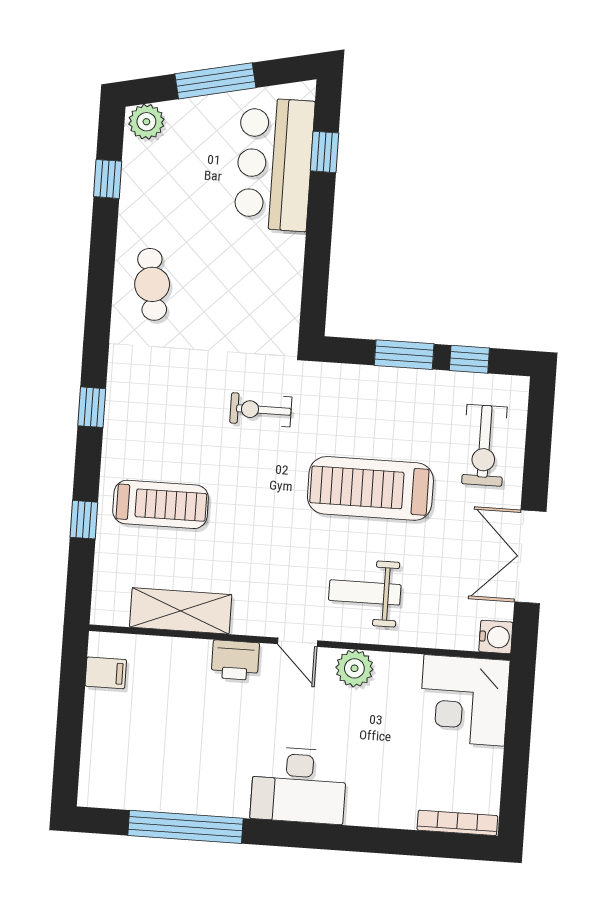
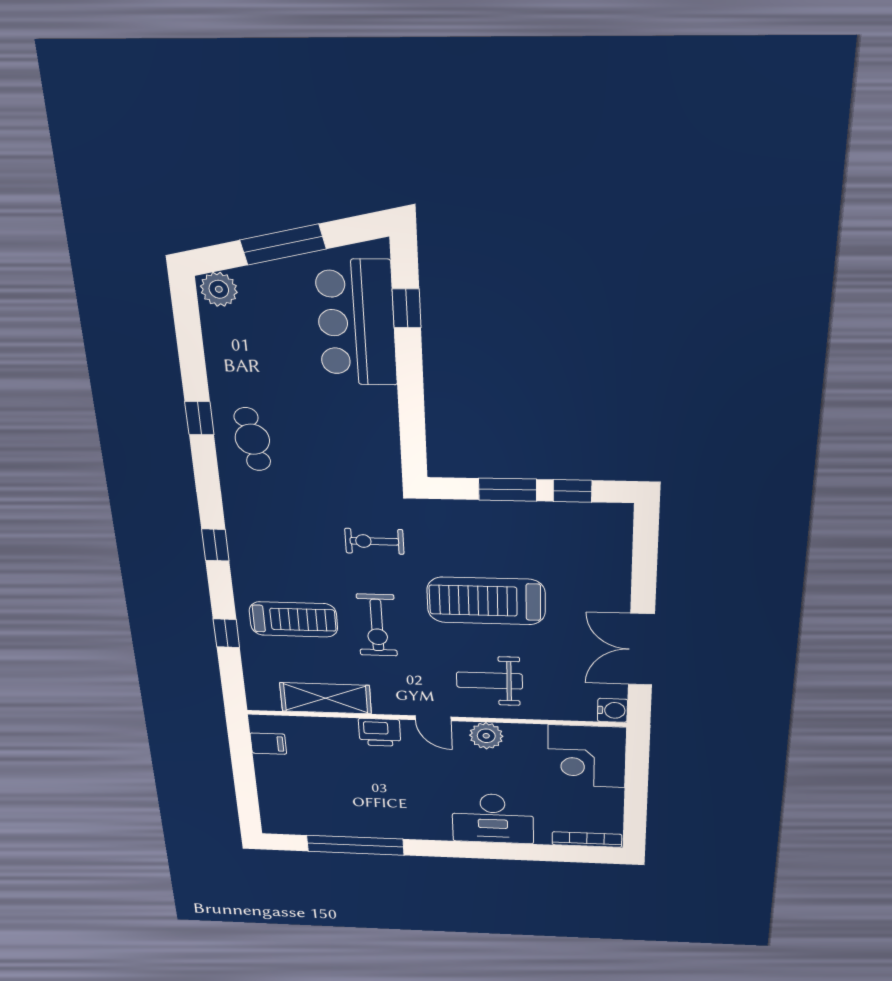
window: (108, 179) -> (199, 418), moved
exercise bike: (484, 445) -> (377, 625), moved
desk: (299, 785) -> (493, 819), moved

